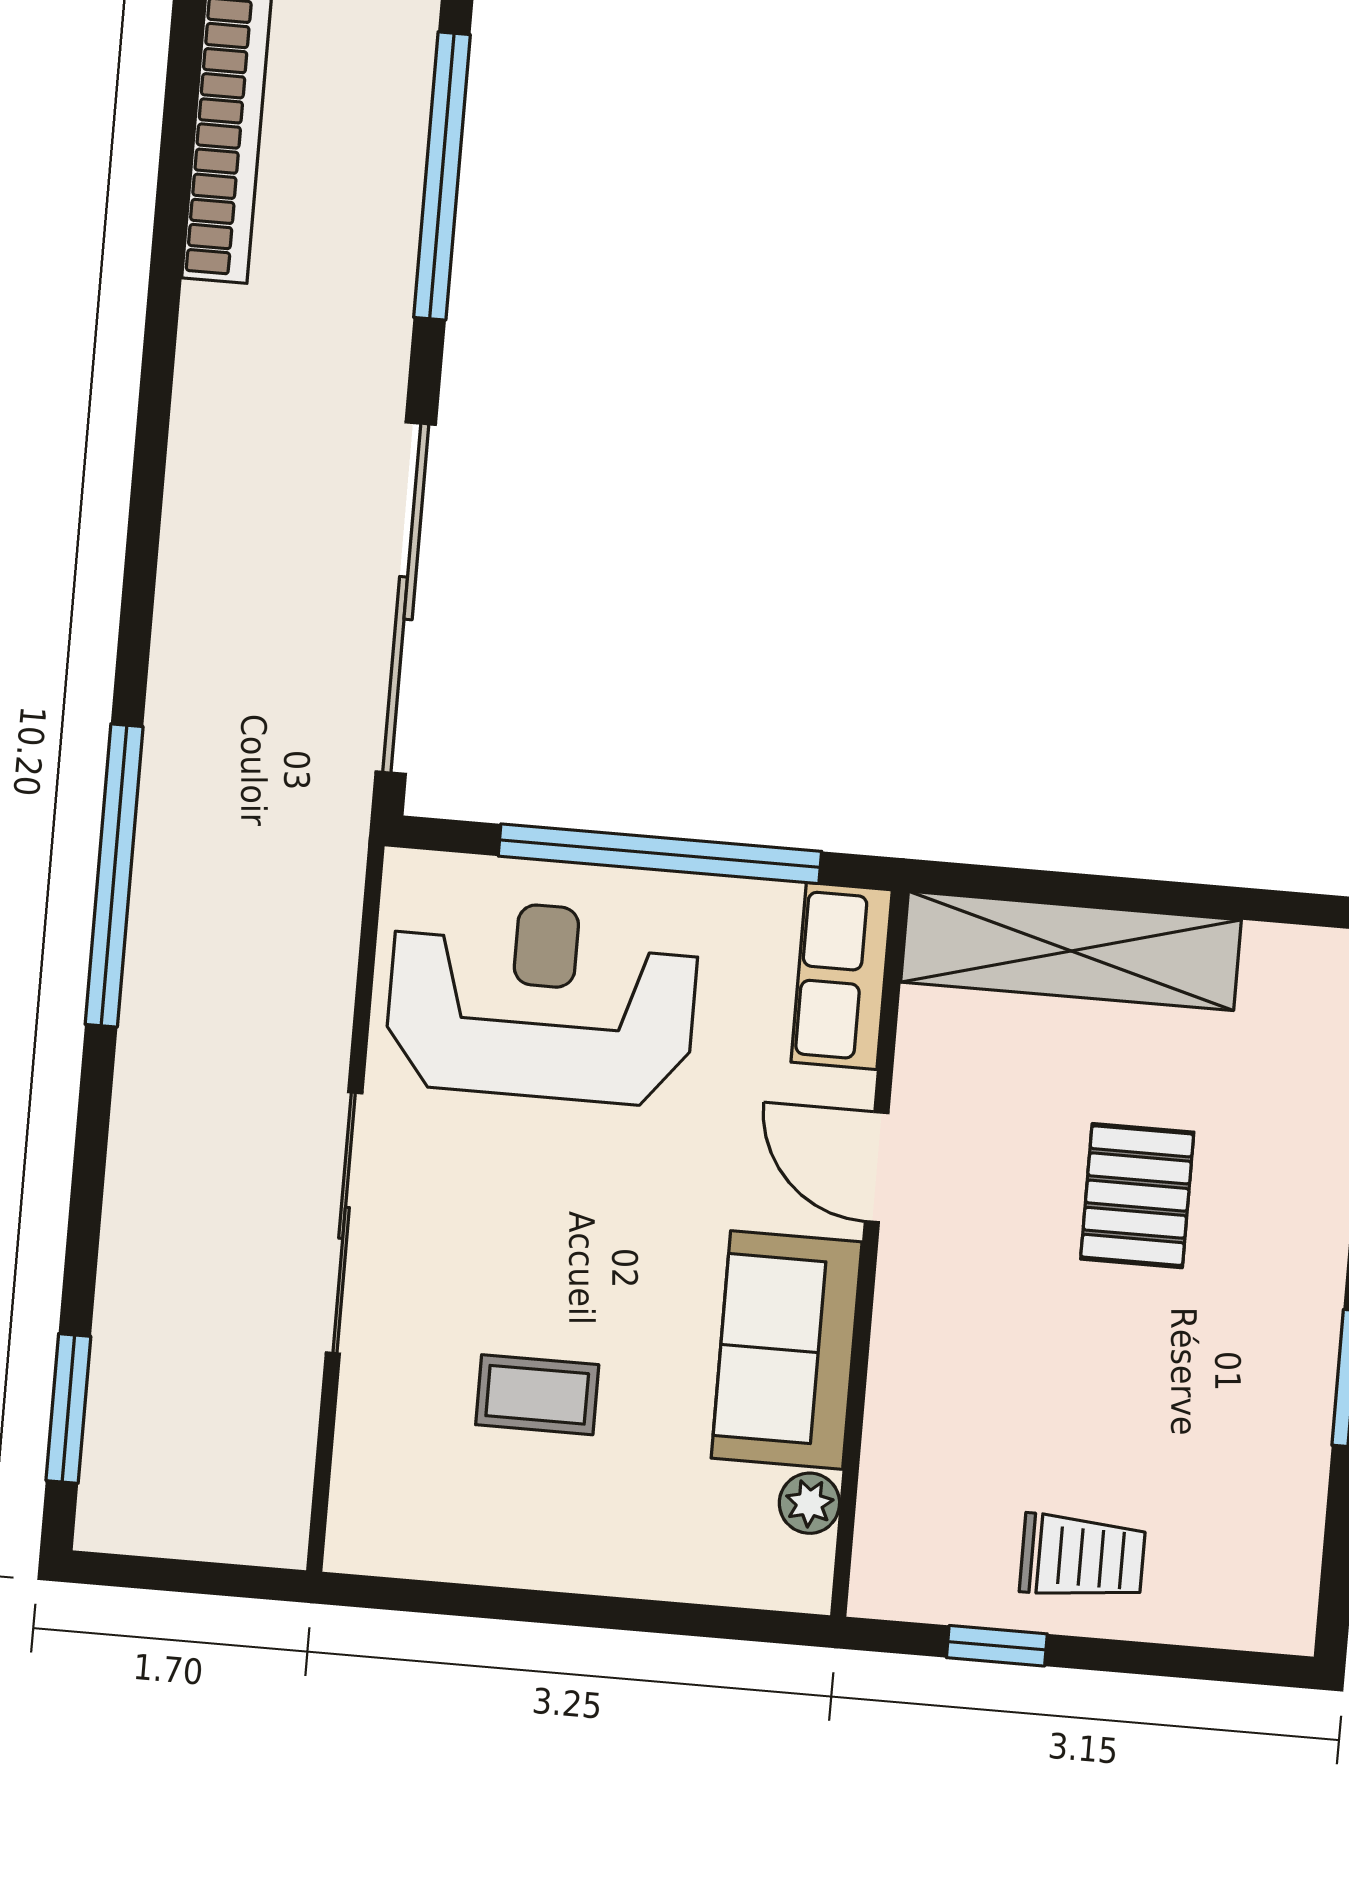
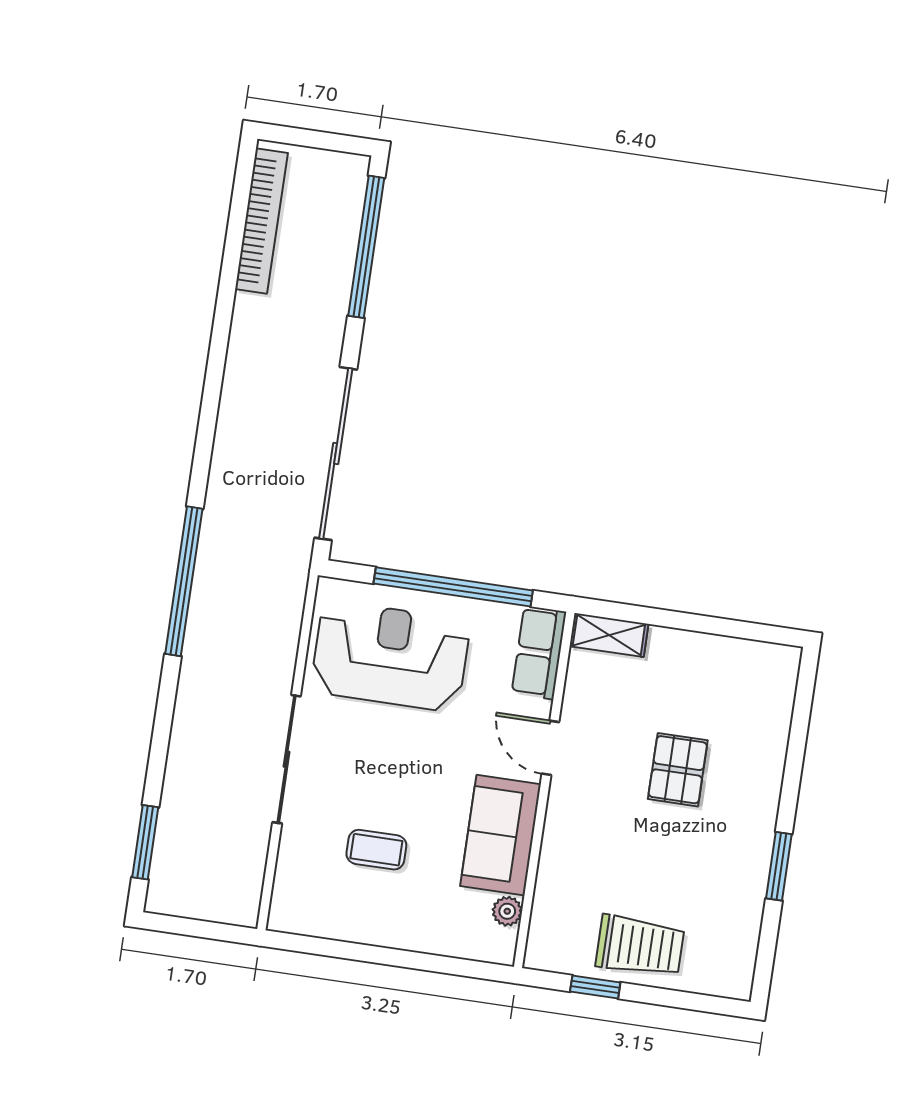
shelving: (1071, 951) -> (609, 635), width x0.45, depth x0.75
trolley: (1083, 1557) -> (640, 946), width x1.36, depth x1.39

